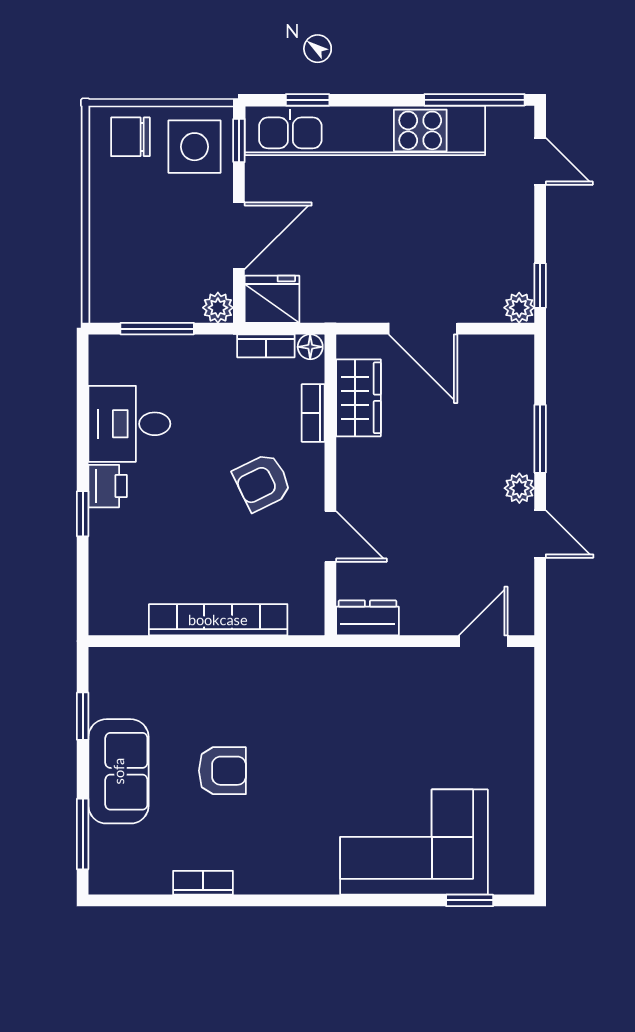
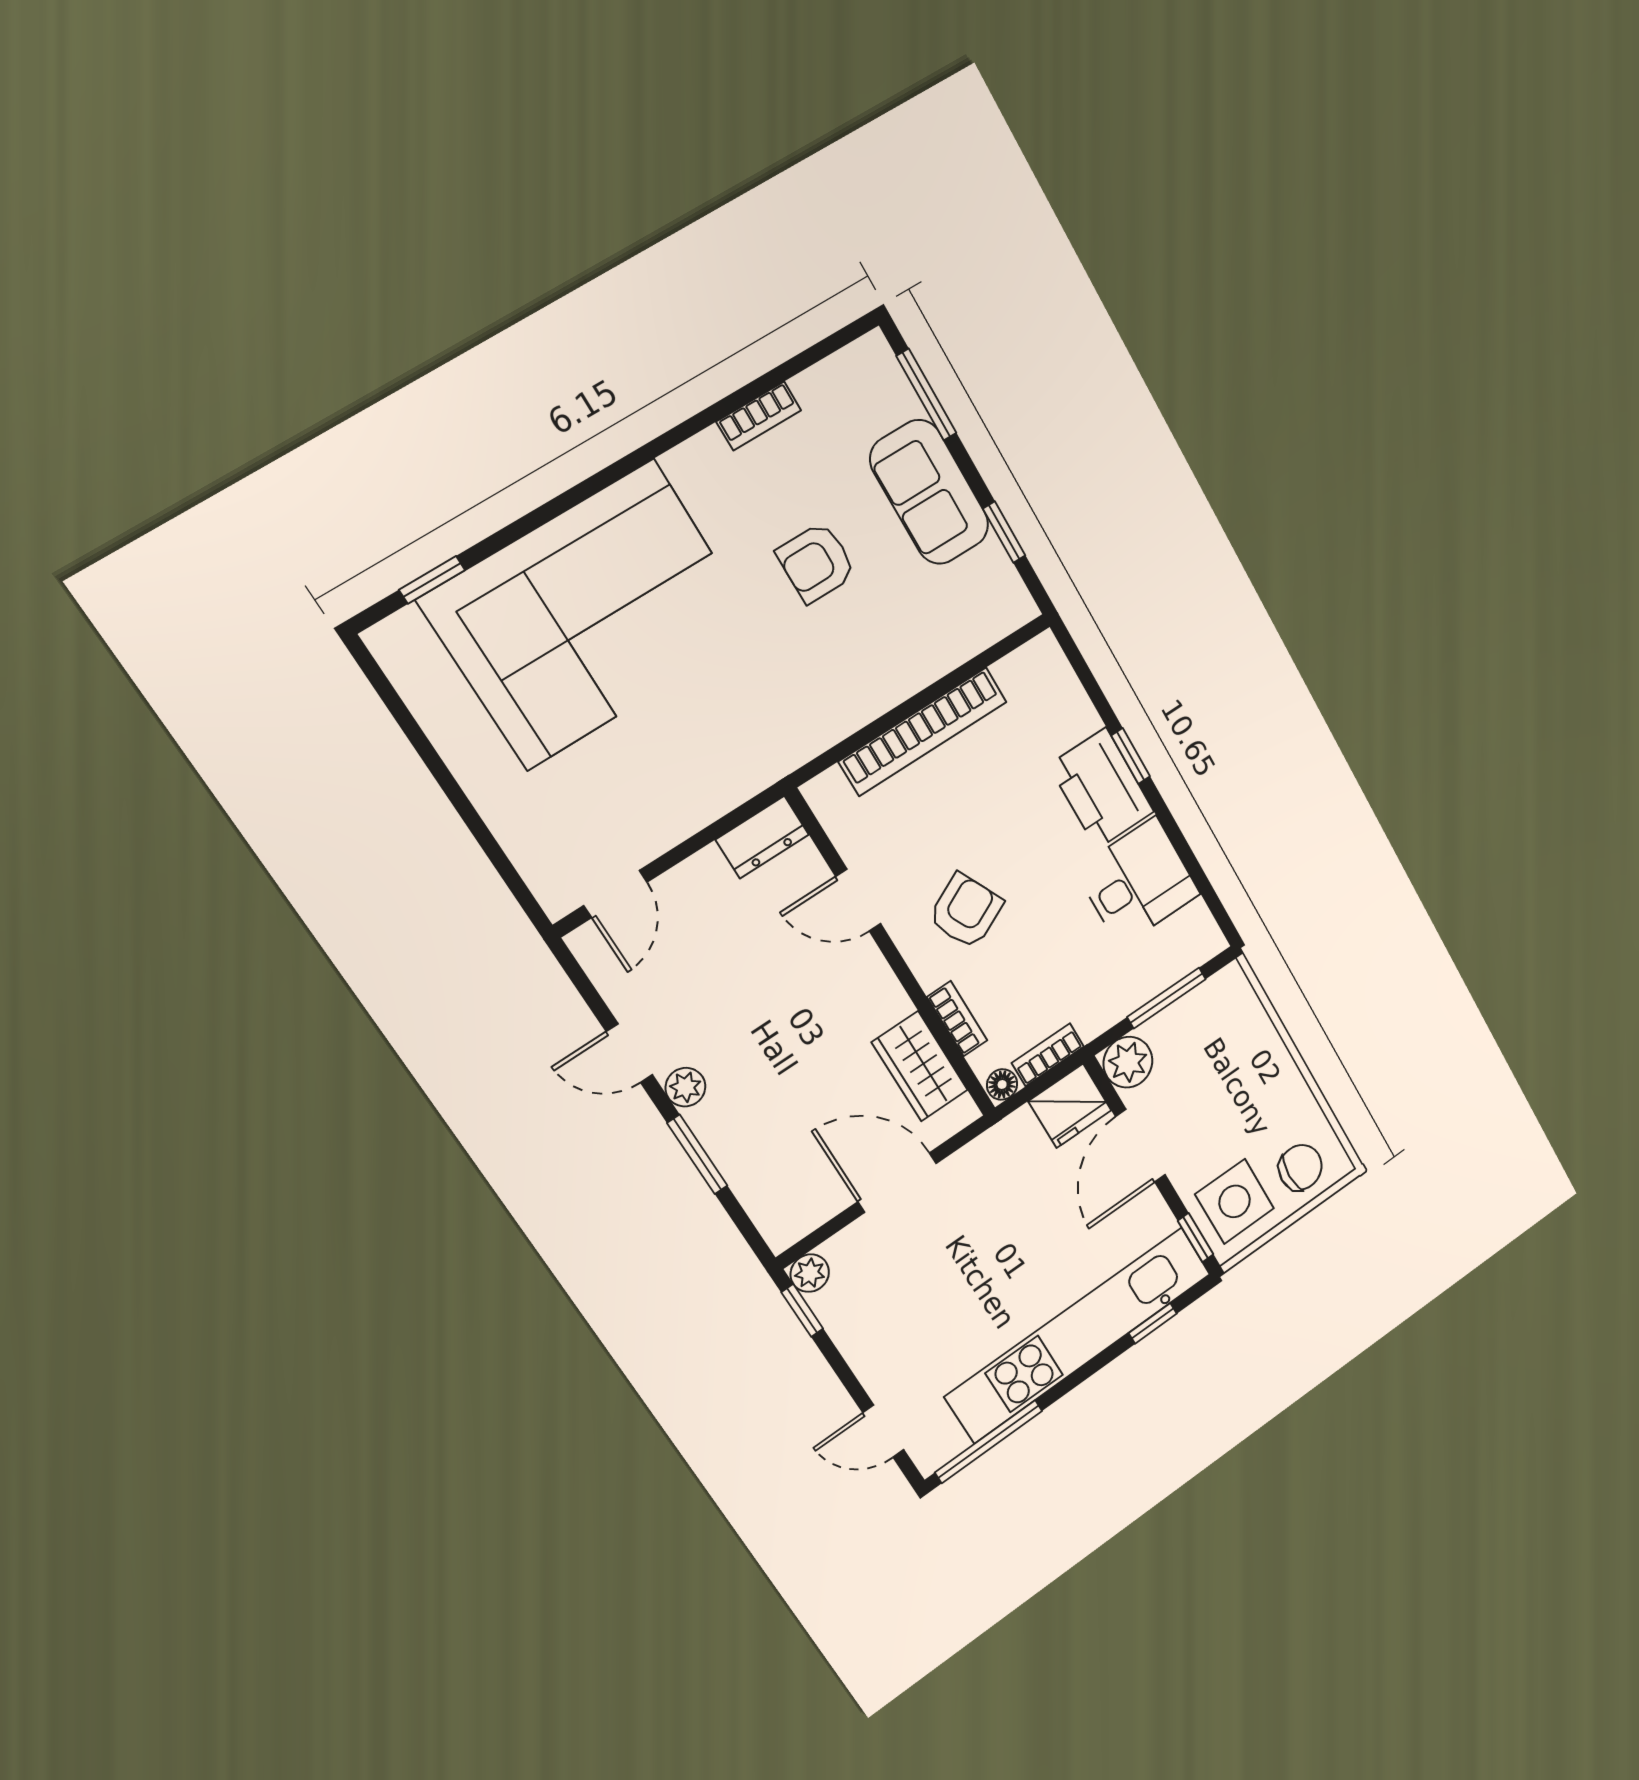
plant: (218, 308) -> (1128, 1062), width x1.38, depth x1.38
printer: (108, 486) -> (1101, 789), width x1.87, depth x1.48
corner sofa: (414, 842) -> (591, 615), width x1.36, depth x1.36

